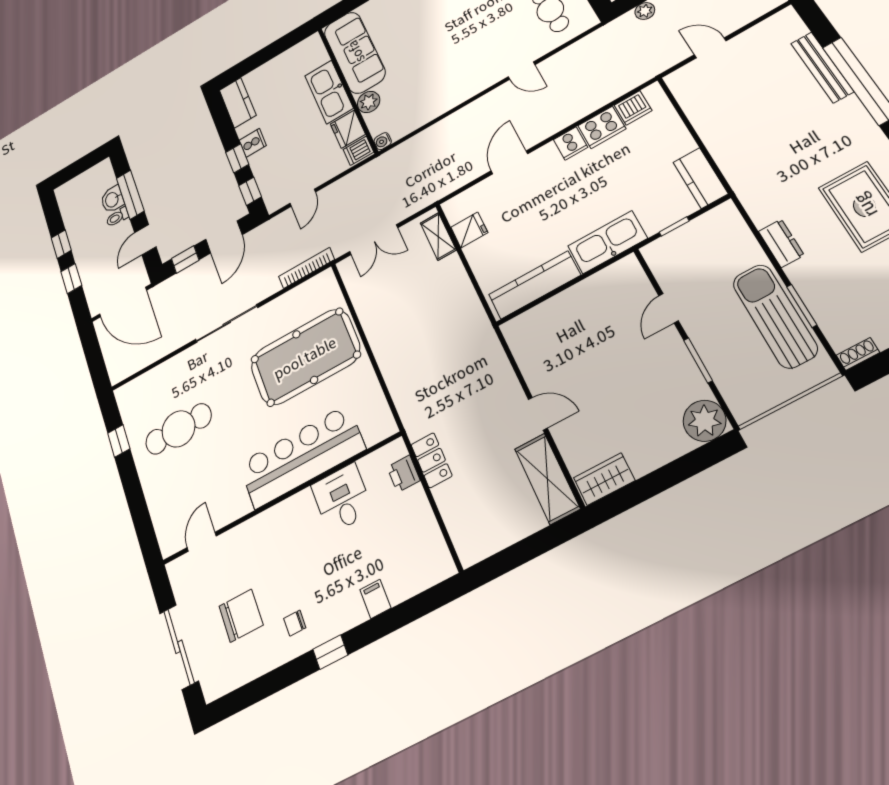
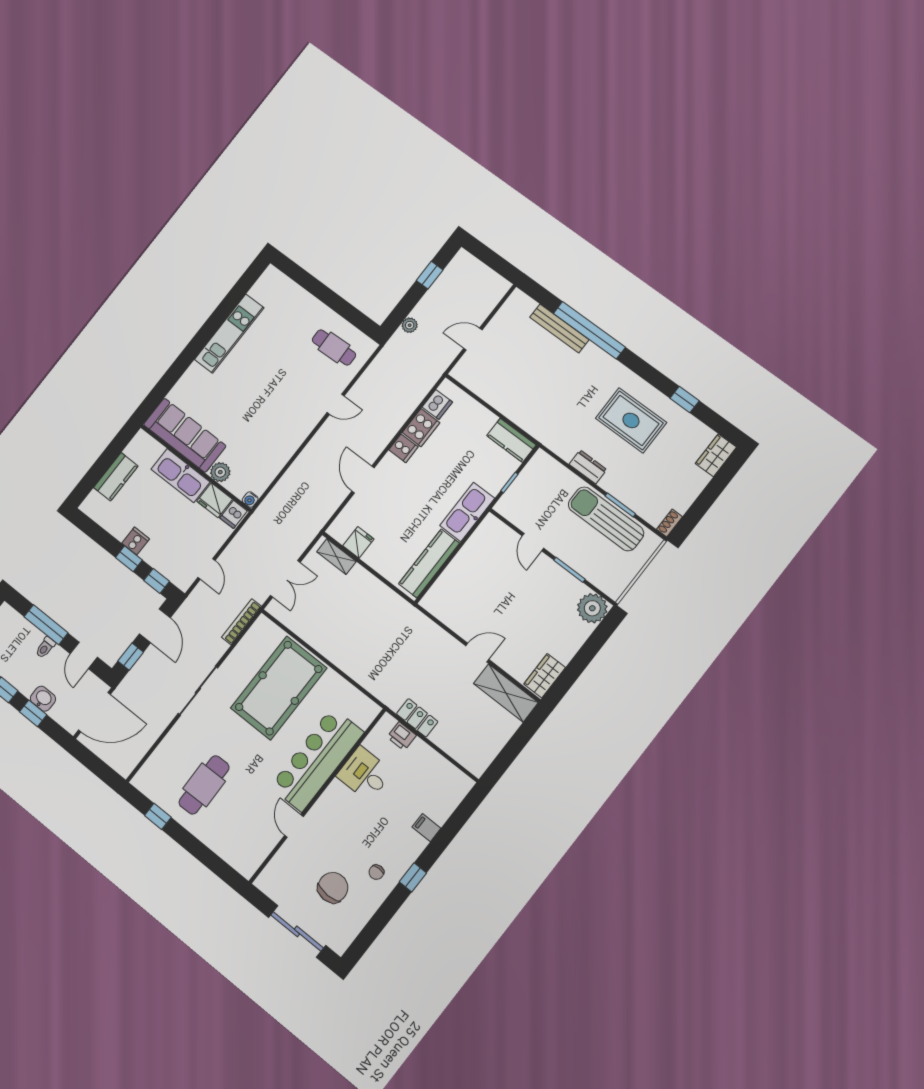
kitchen counter: (238, 103) -> (116, 477), moved, turned 90
washbasin: (112, 199) -> (43, 699), moved, turned 180
door: (202, 542) -> (294, 826), moved

